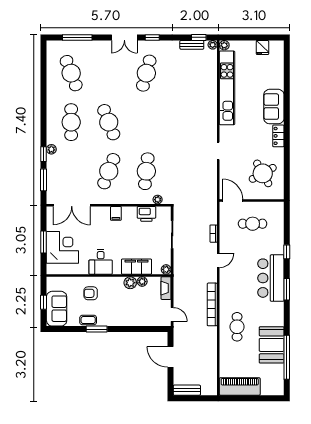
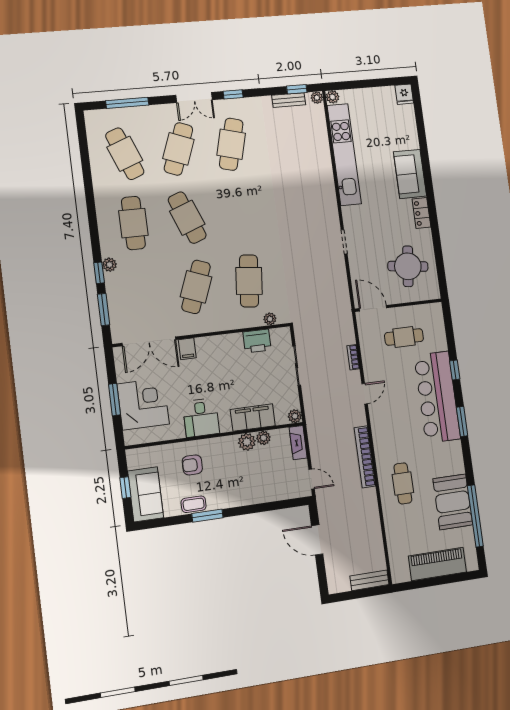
fridge: (262, 48) -> (404, 94), moved
cafe table: (109, 73) -> (178, 149), added
round table: (263, 173) -> (408, 266), turned 36
filing cabinet: (116, 213) -> (187, 349), moved
bar counter: (271, 278) -> (437, 397), width x1.36
piano: (240, 386) -> (437, 564), moved
bench: (187, 390) -> (369, 580), moved

